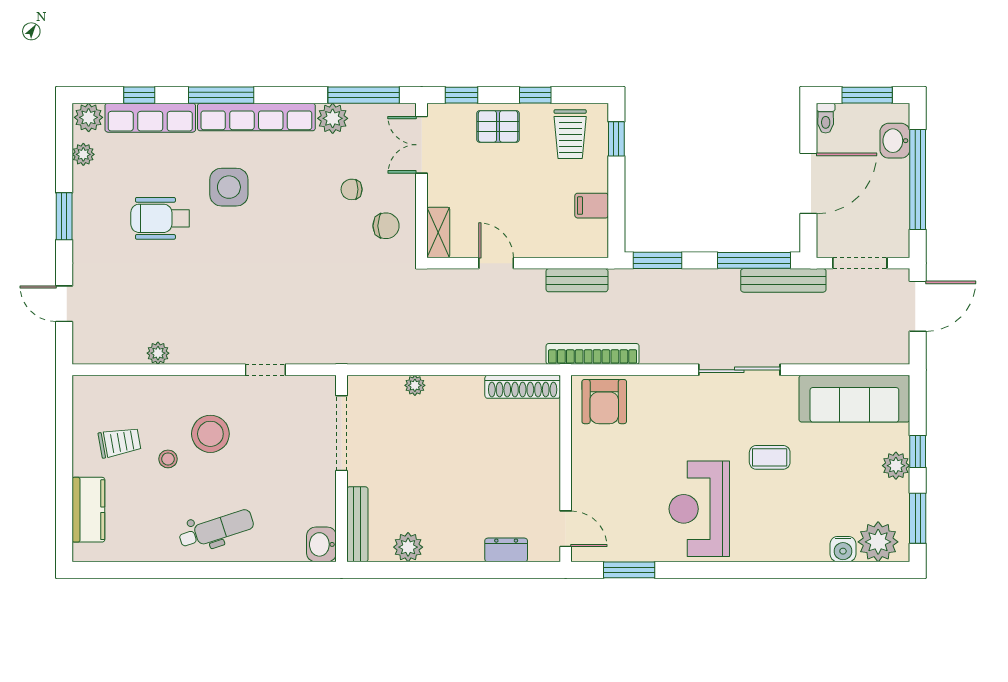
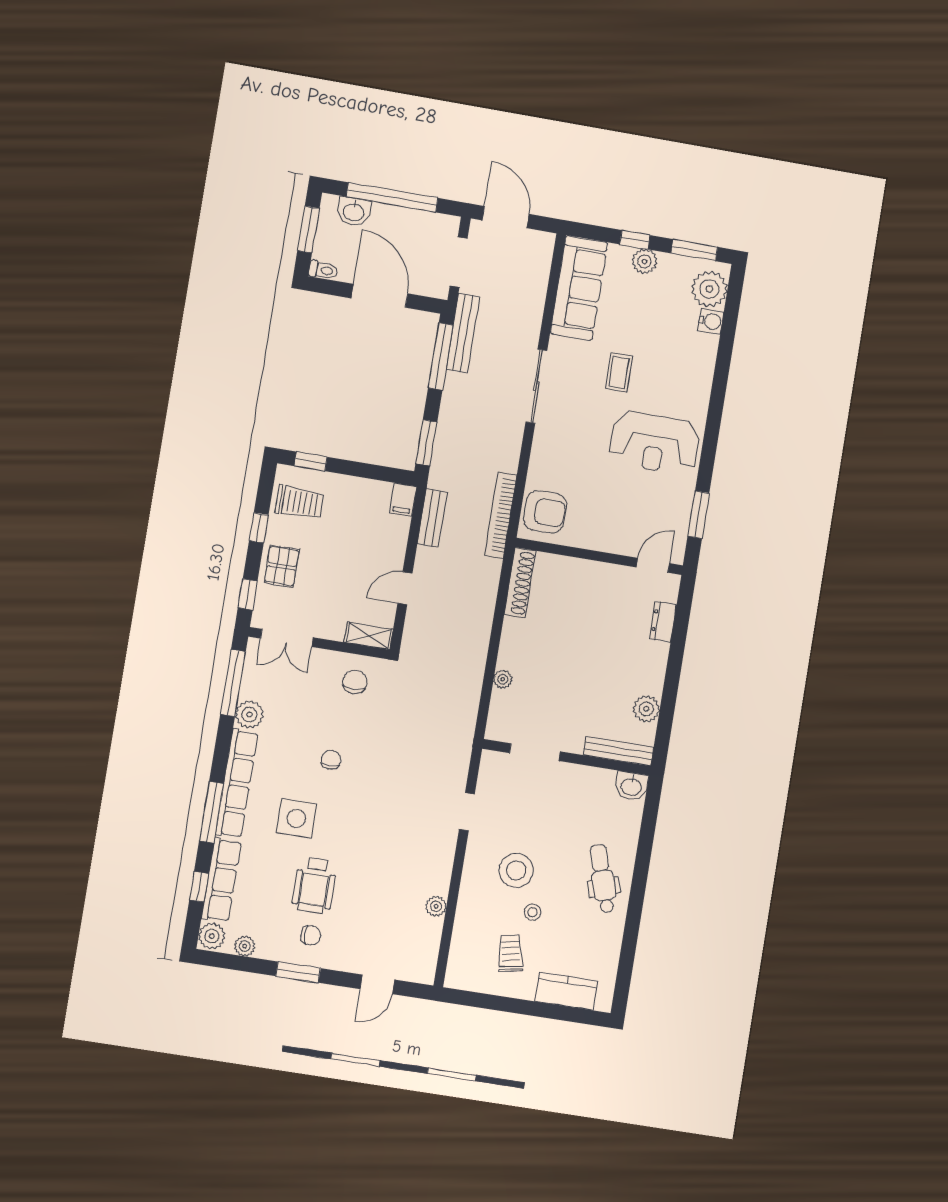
chair: (352, 189) -> (331, 760), moved, turned 180
filing cabinet: (592, 206) -> (403, 500), moved
chair: (106, 223) -> (311, 935), added
doorway: (342, 433) -> (535, 752), width x0.73

